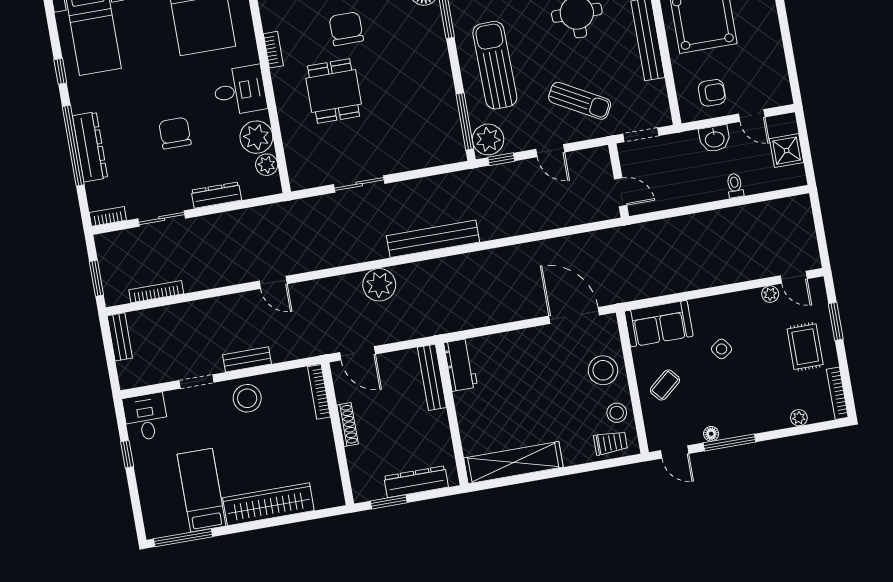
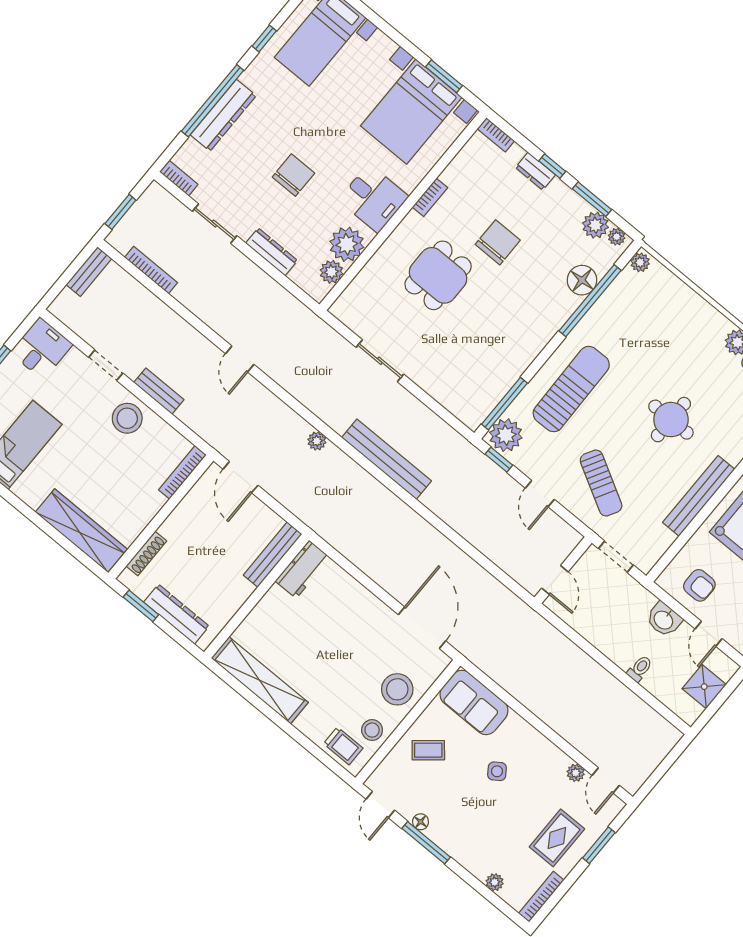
plant: (379, 285) -> (317, 441), width x0.53, depth x0.53
shoe rack: (348, 425) -> (146, 554), moved
wardrobe: (268, 504) -> (81, 531), moved

